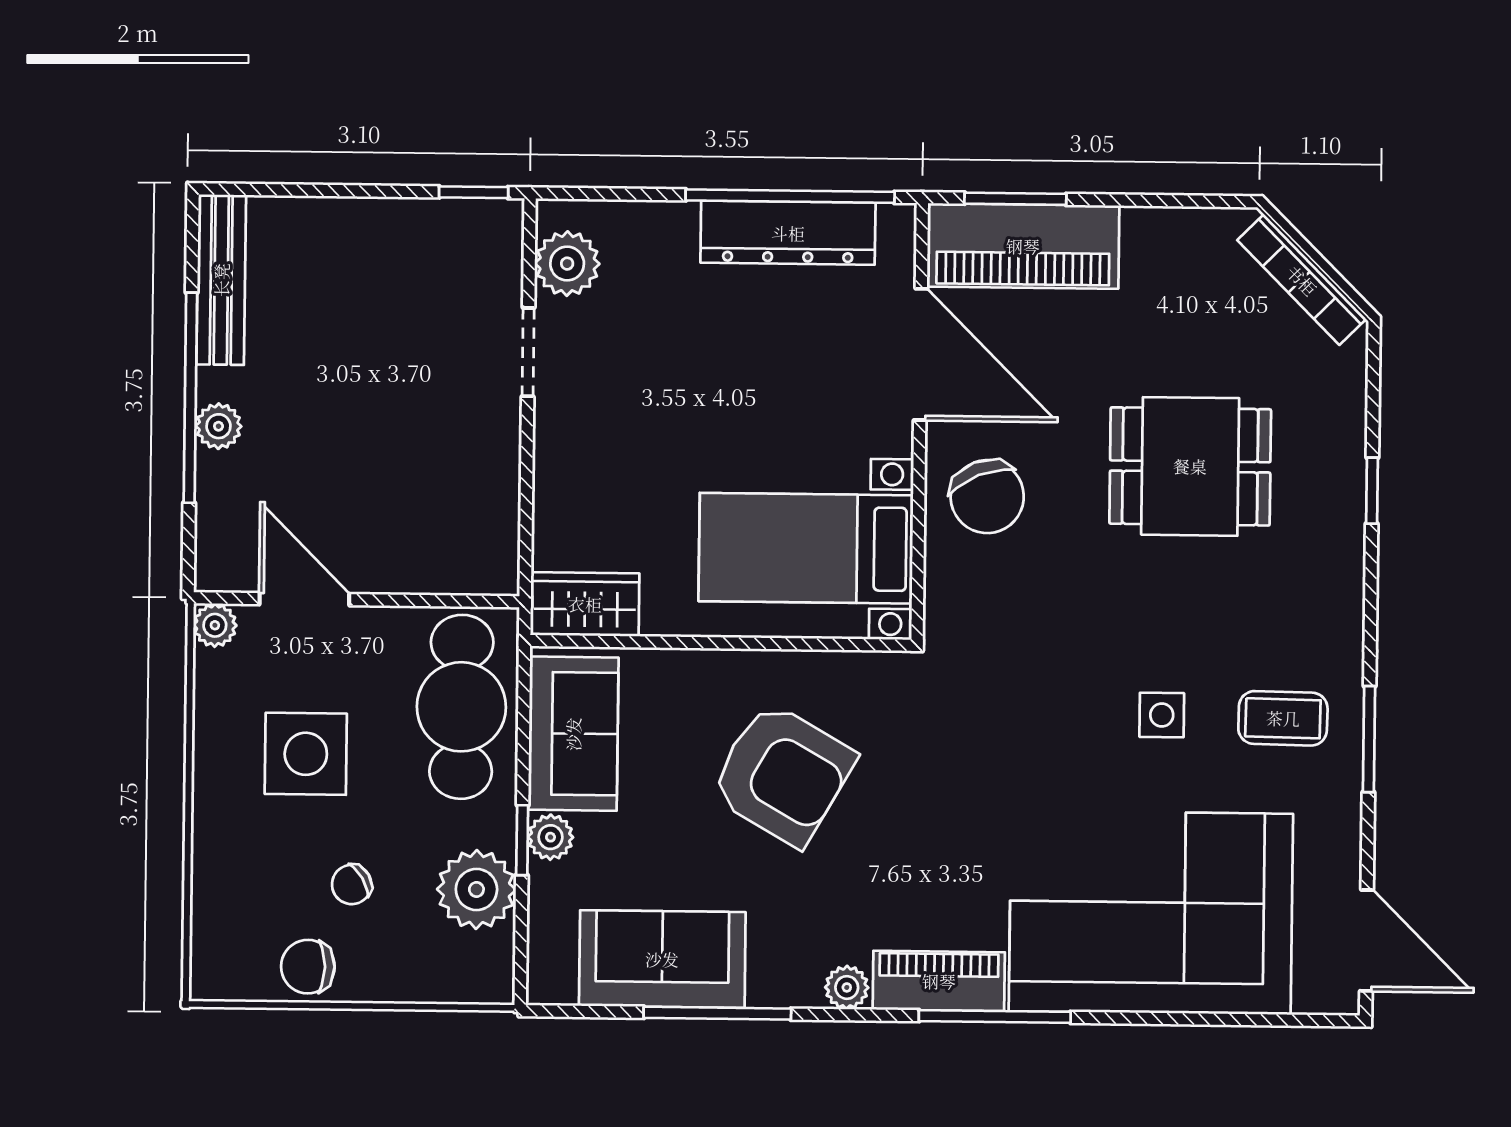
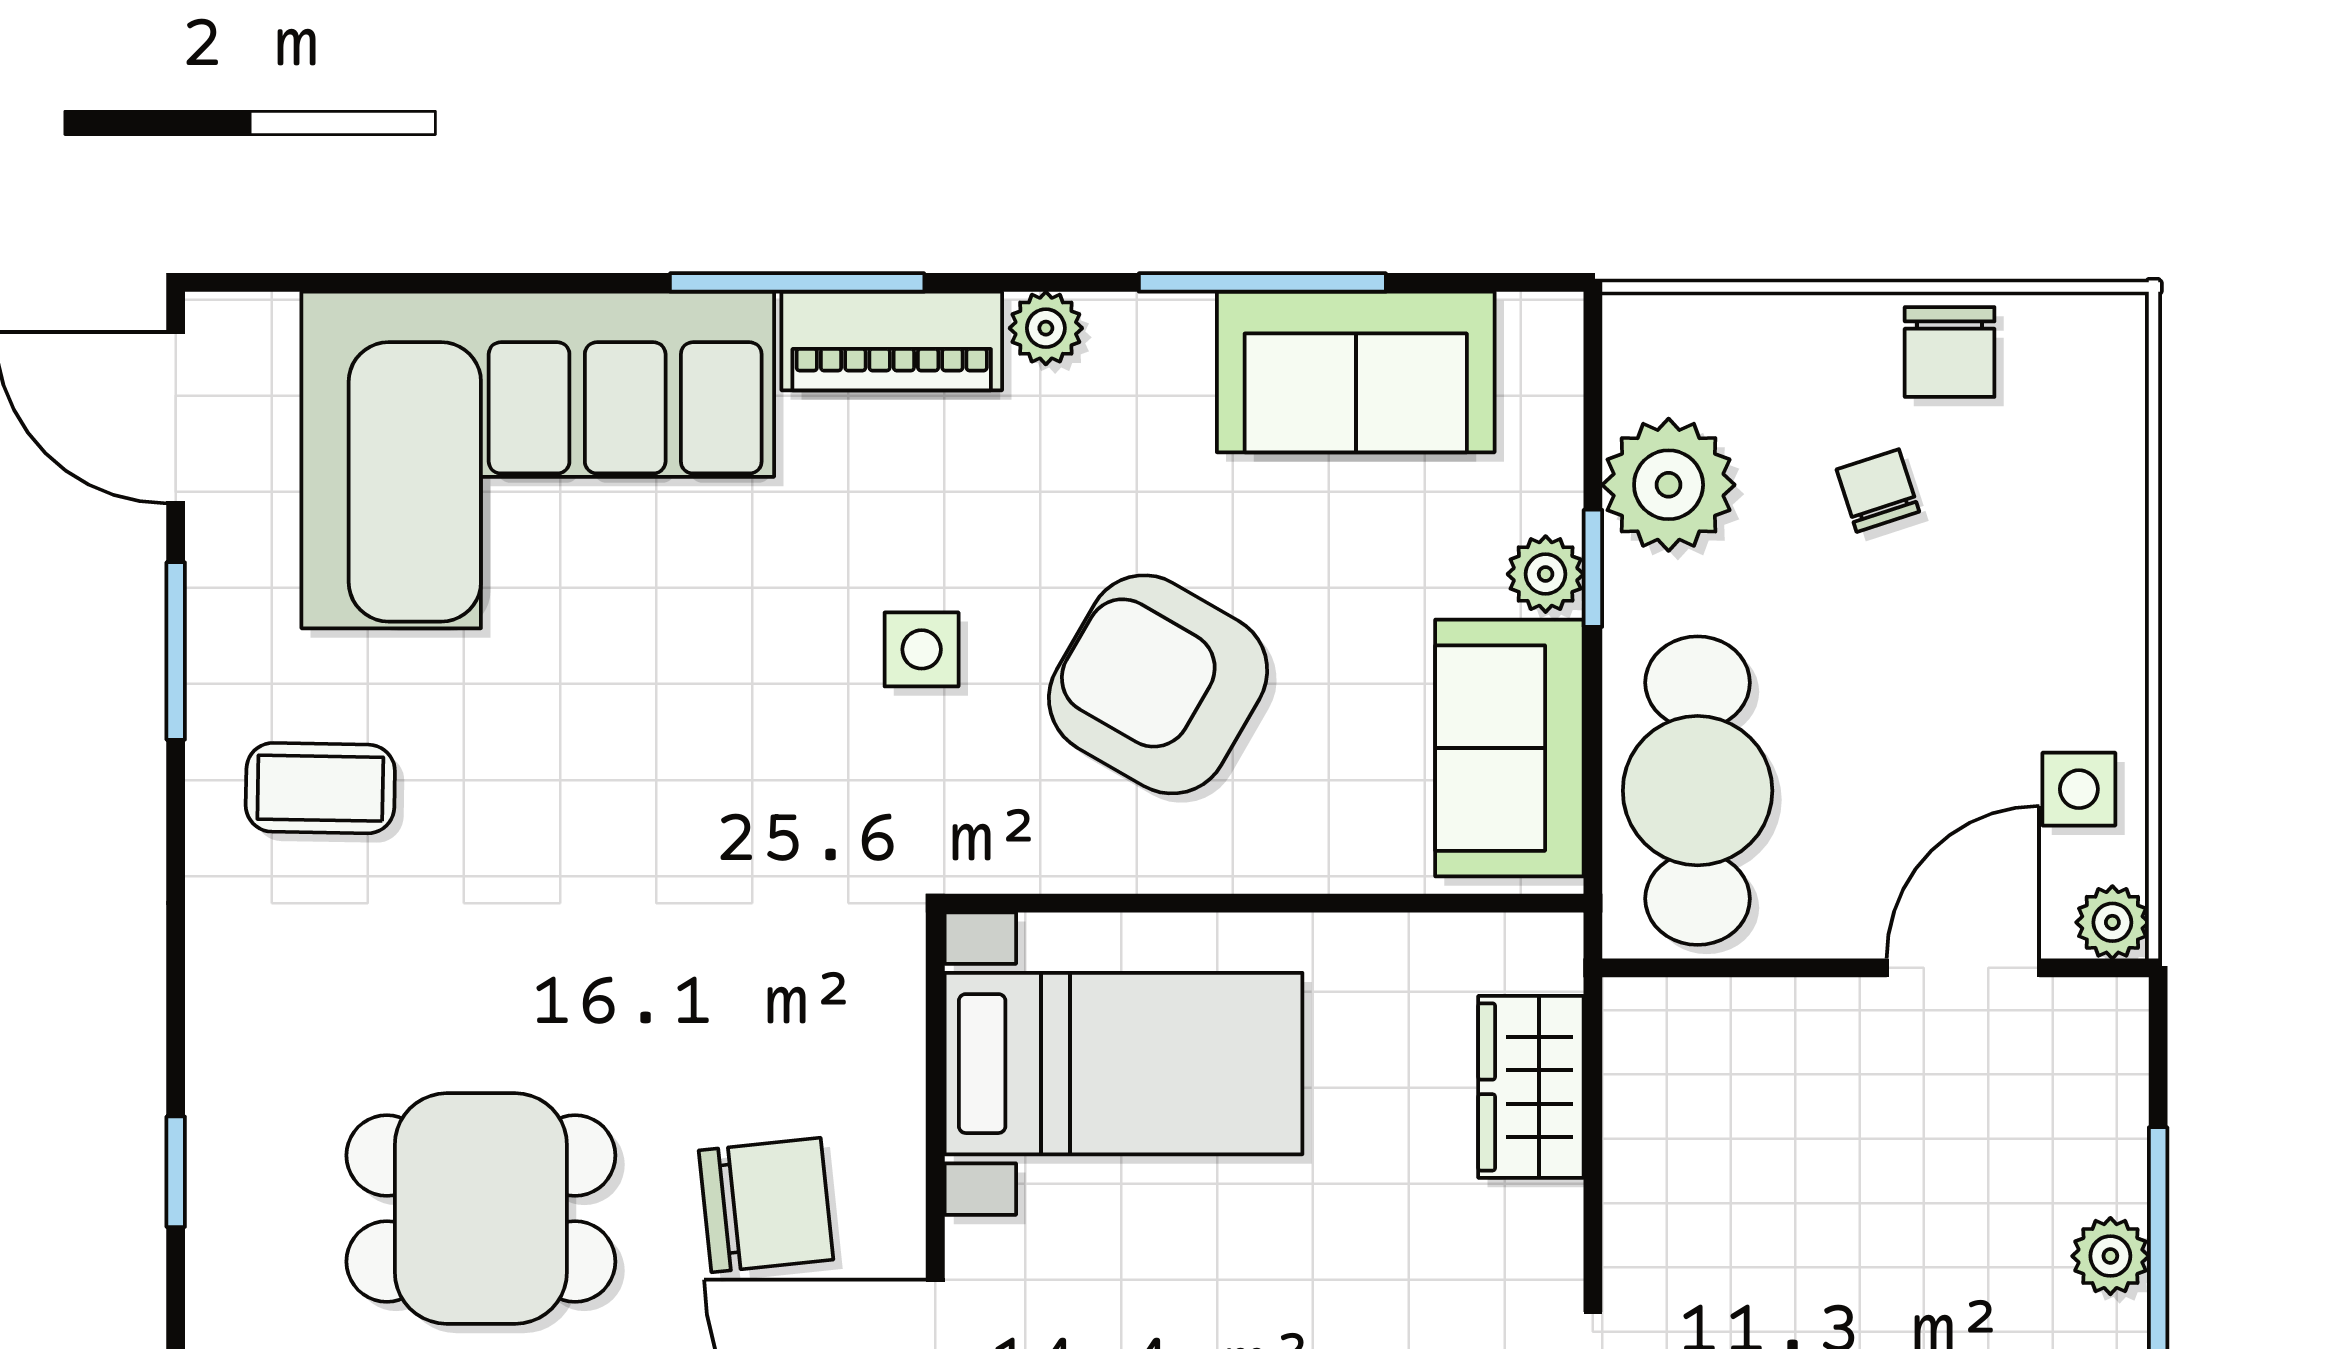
chair: (987, 497) -> (766, 1205), moved, turned 106
door: (304, 599) -> (1963, 968), swing flipped
wardrobe: (585, 604) -> (1531, 1087), moved, turned 90
side table: (1162, 715) -> (922, 649), moved
window: (1369, 739) -> (176, 651), moved
side table: (306, 754) -> (2079, 789), moved, width x0.54, depth x0.54
chair: (352, 884) -> (1878, 491), turned -77
chair: (308, 967) -> (1950, 352), turned 90

